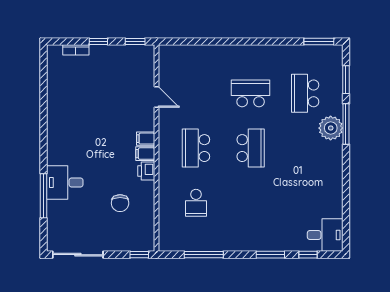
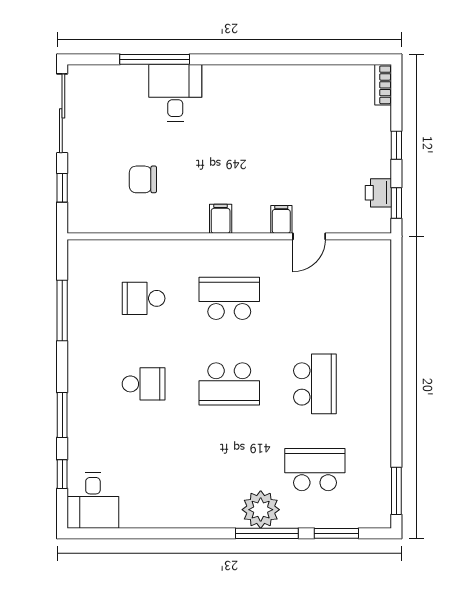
bookcase: (76, 50) -> (383, 85), moved
filing cabinet: (146, 139) -> (281, 219), moved
printer: (146, 171) -> (378, 193), moved, turned -90
school desk: (251, 203) -> (144, 384), added
window: (139, 255) -> (62, 188), moved

